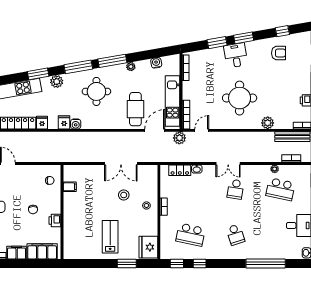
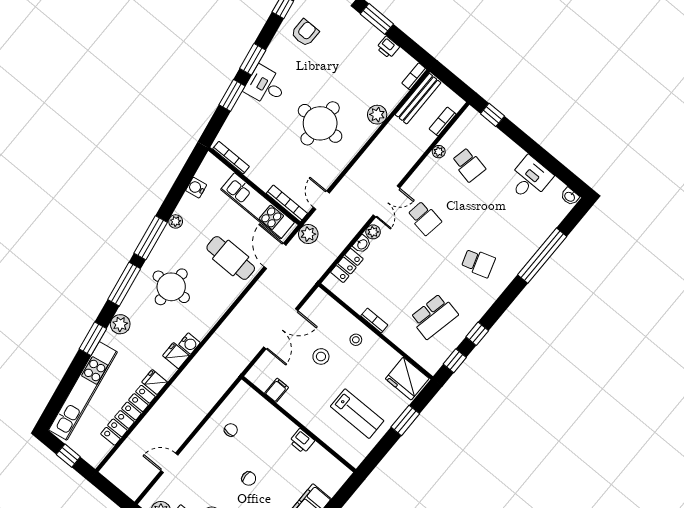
plant: (207, 169) -> (373, 232), added
filing cabinet: (70, 187) -> (277, 390), moved
school desk: (280, 189) -> (469, 165), width x0.54
wall: (62, 212) -> (299, 424), moved
printer: (55, 220) -> (302, 441), moved
lab bench: (110, 237) -> (357, 414), turned 180

